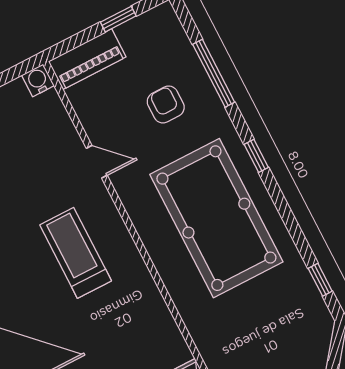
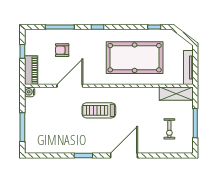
door: (97, 162) -> (70, 86), width x1.87
pool table: (216, 218) -> (135, 58), moved

